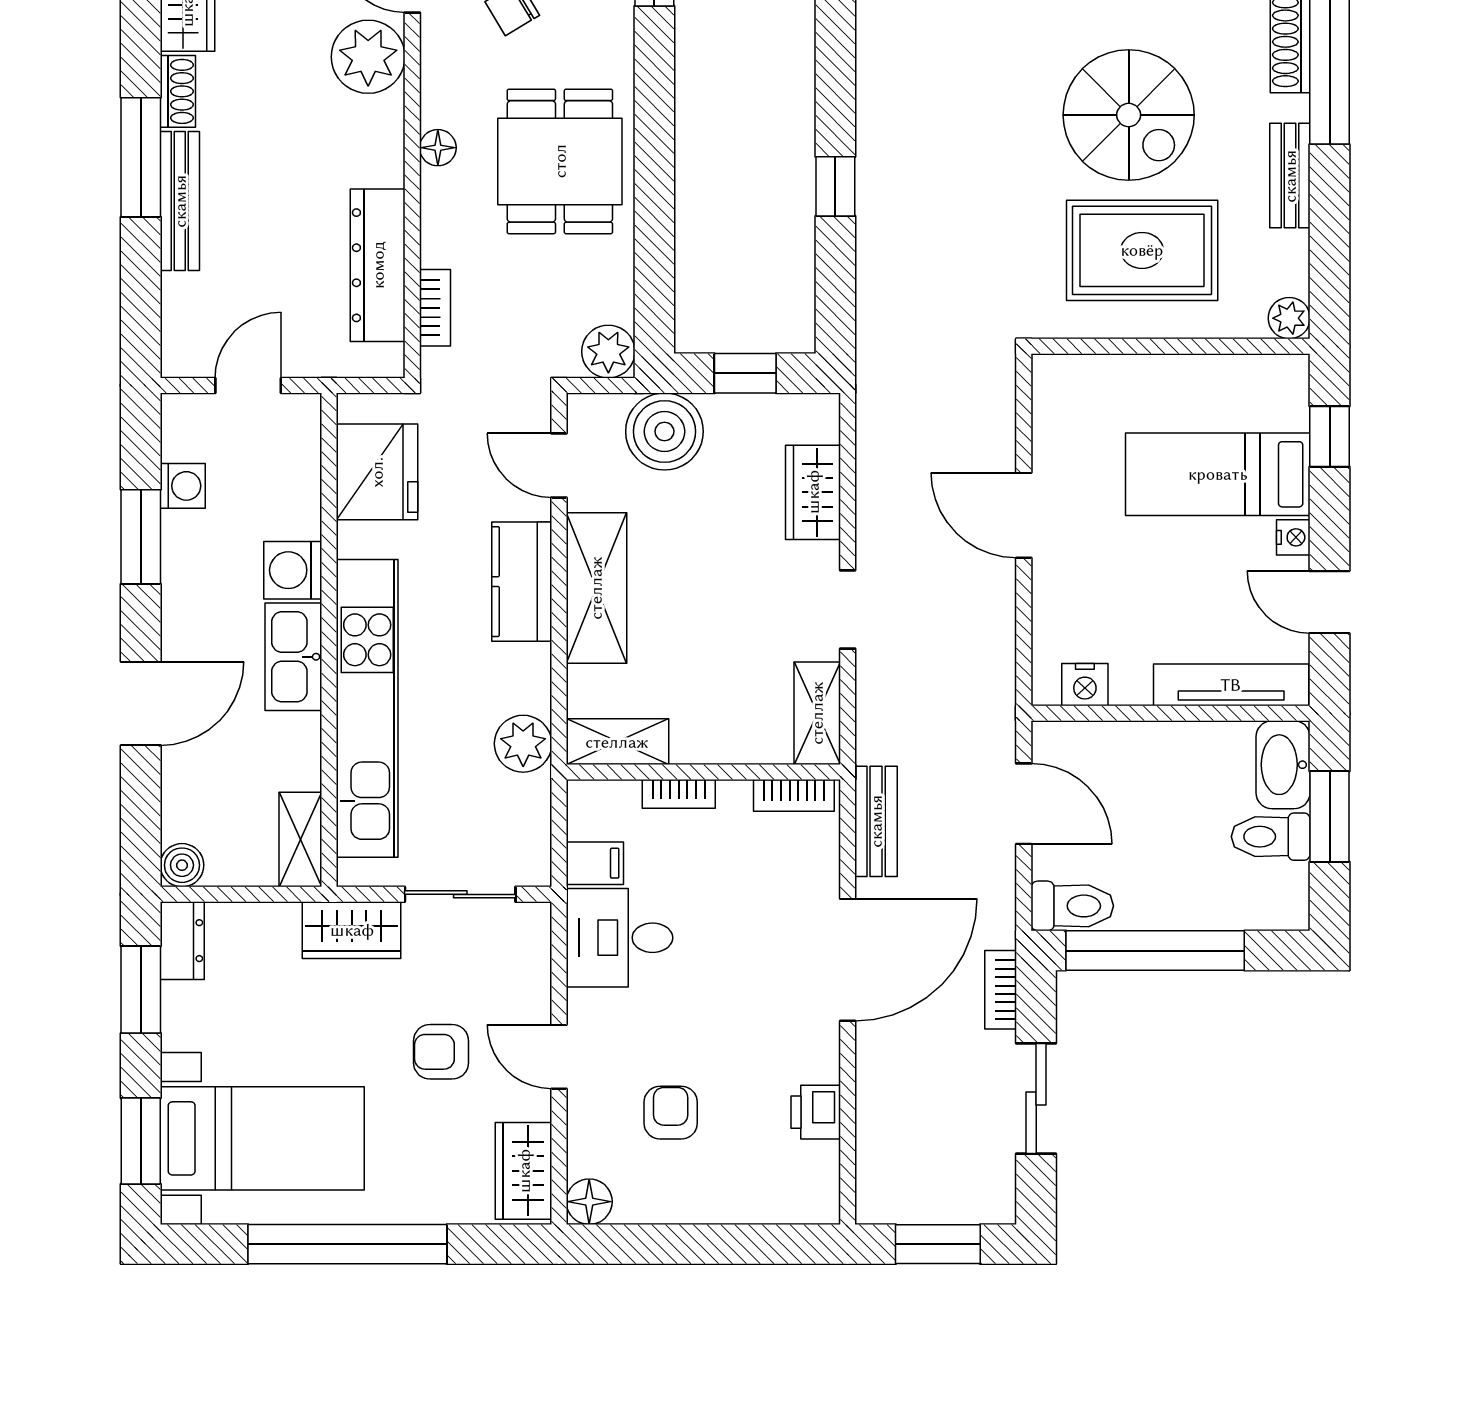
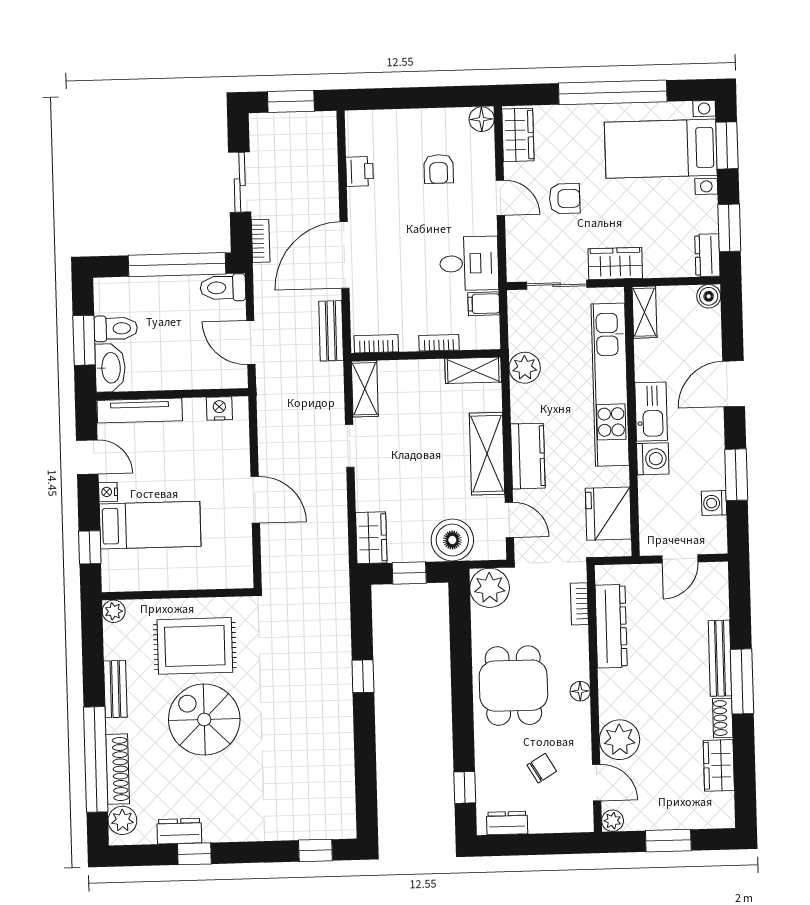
plant: (608, 352) -> (490, 588), width x1.36, depth x1.36
wardrobe: (813, 492) -> (371, 538), moved

